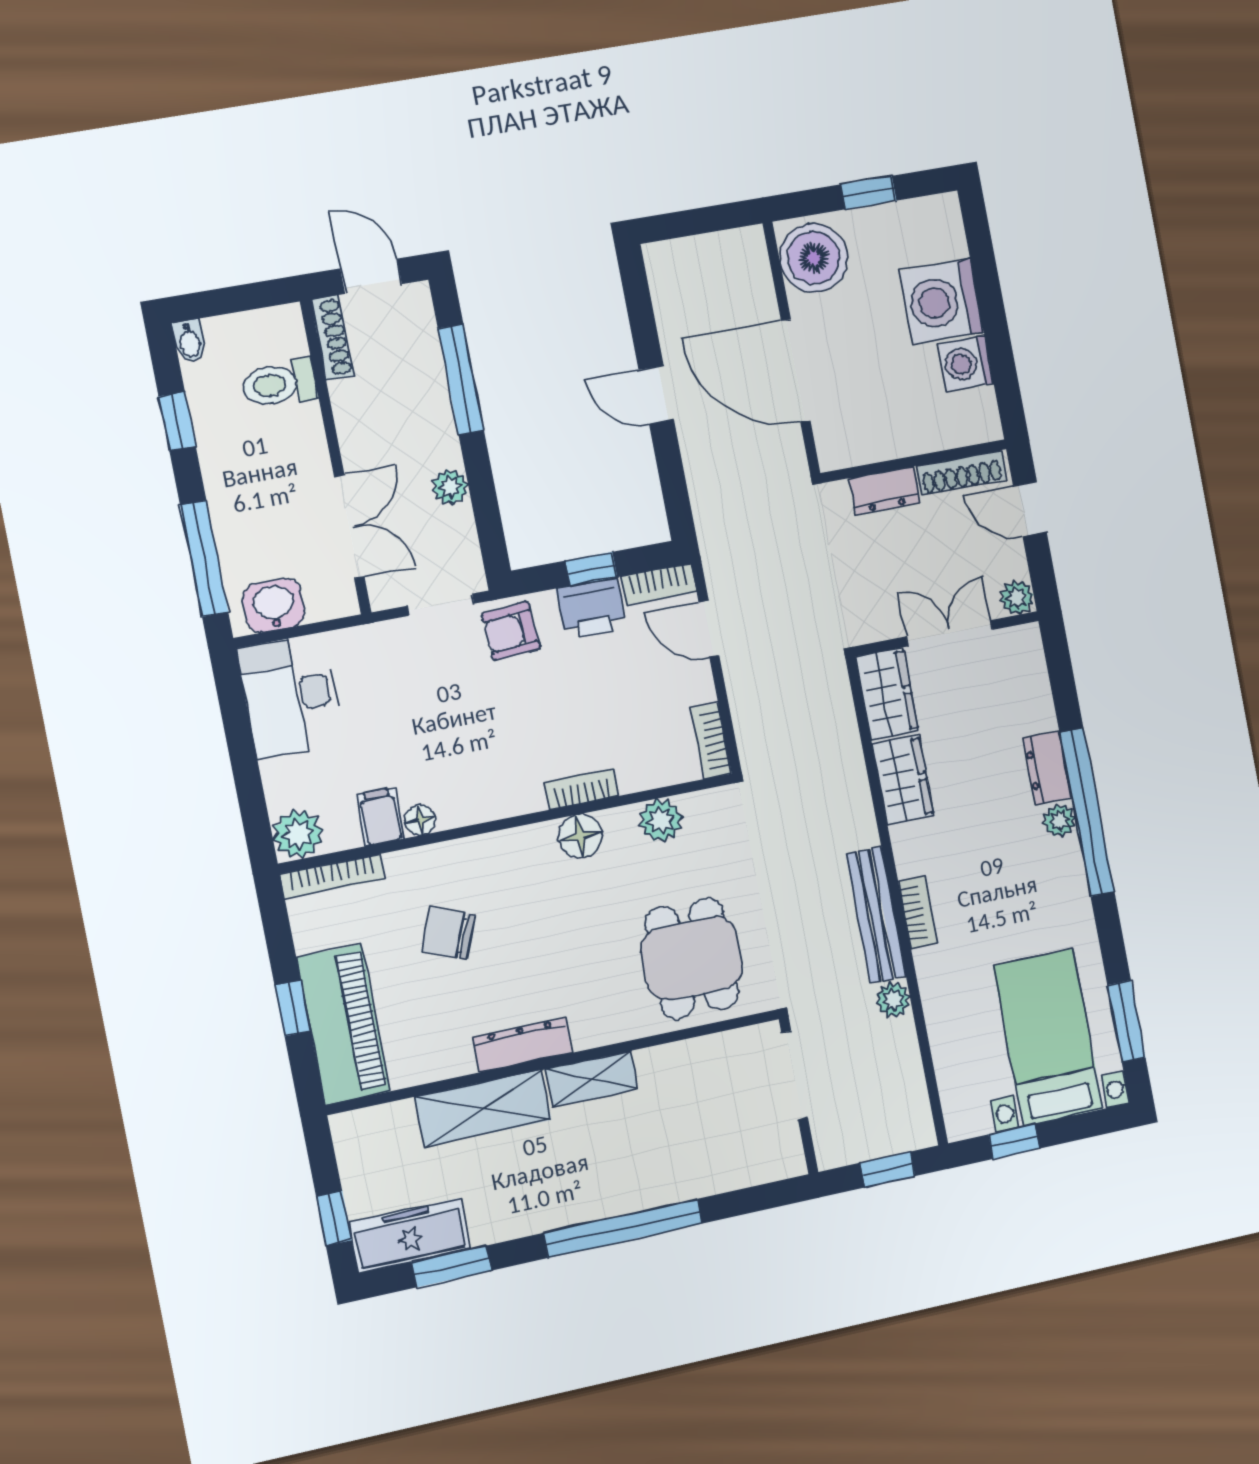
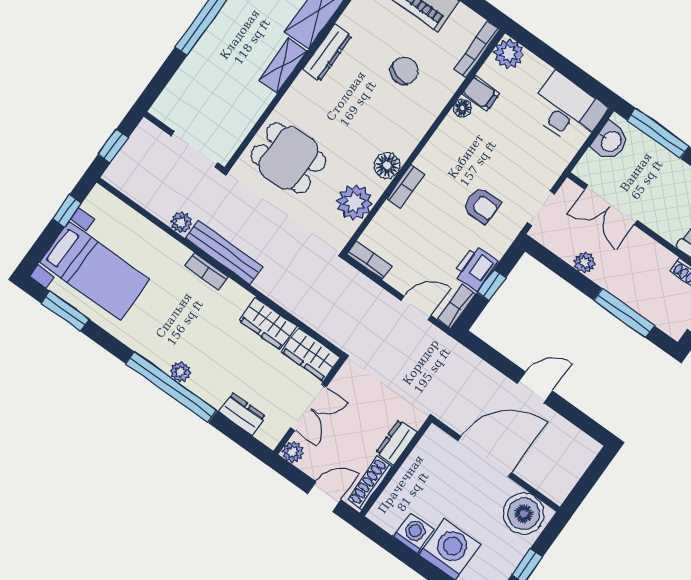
armchair: (511, 631) -> (482, 205), moved, turned 94
dresser: (1047, 768) -> (242, 414), moved
plant: (661, 820) -> (355, 202), width x1.36, depth x1.36

